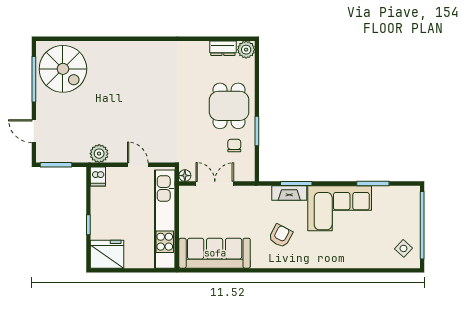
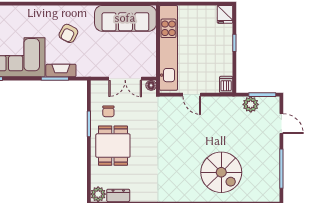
spiral stairs: (63, 69) -> (221, 172), moved, turned 180
plant: (99, 154) -> (251, 104), moved
fridge: (107, 254) -> (225, 14), width x0.53, depth x0.75

